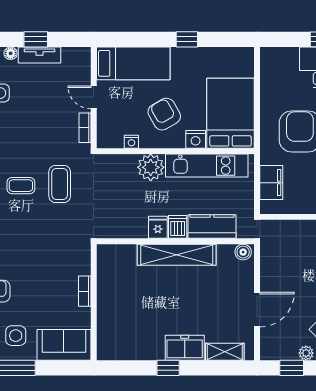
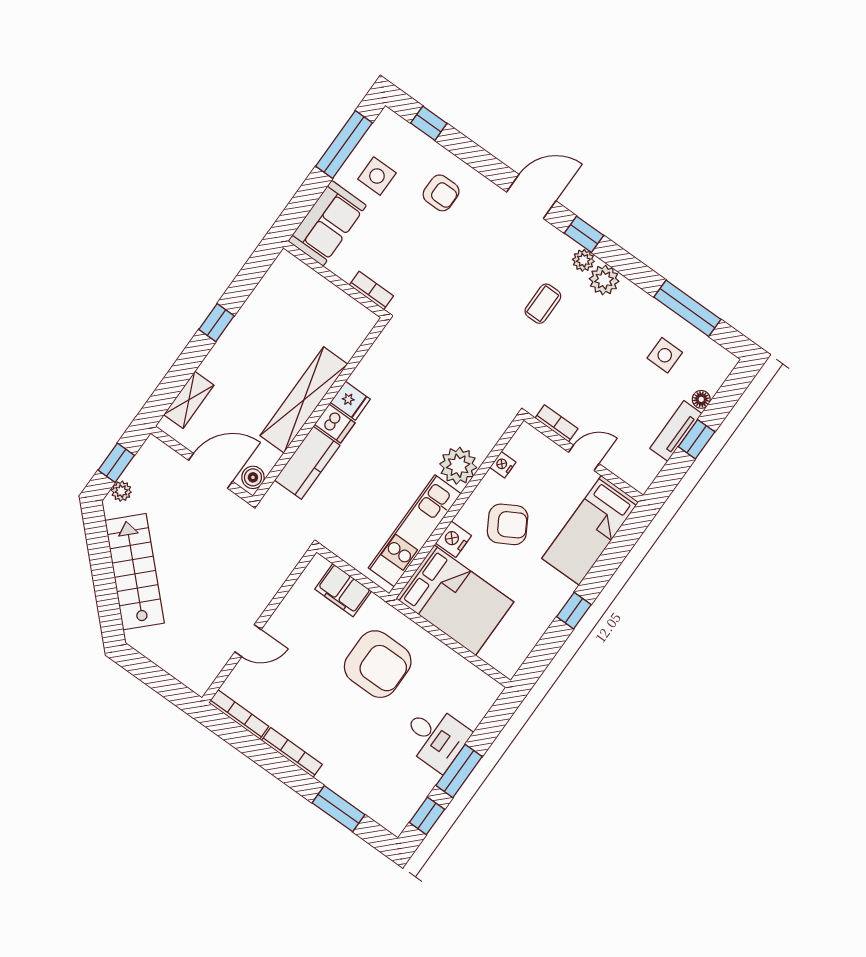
coffee table: (60, 184) -> (513, 349), removed
kitchen counter: (212, 226) -> (307, 463), moved
fridge: (158, 227) -> (350, 401), moved
dishwasher: (178, 227) -> (335, 424), moved
wall: (175, 241) -> (320, 409), moved
boiler: (243, 252) -> (253, 477), moved
shelving: (177, 255) -> (304, 400), moved
door: (257, 310) -> (211, 471), swing flipped
freezer: (185, 348) -> (226, 358), removed

